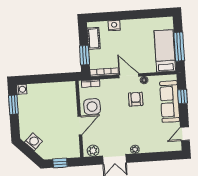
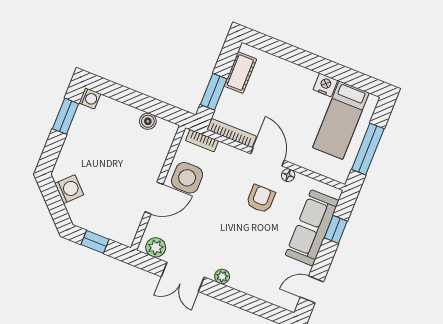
nightstand: (114, 26) -> (325, 85), moved
bed: (165, 51) -> (341, 120), moved, turned 180
boiler: (58, 87) -> (148, 121), added

